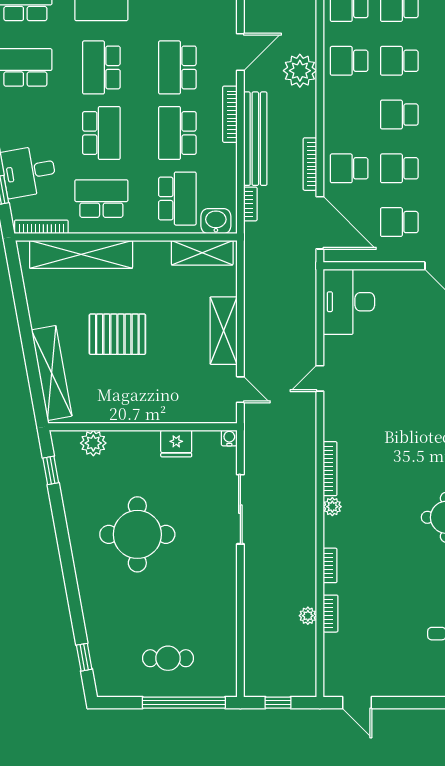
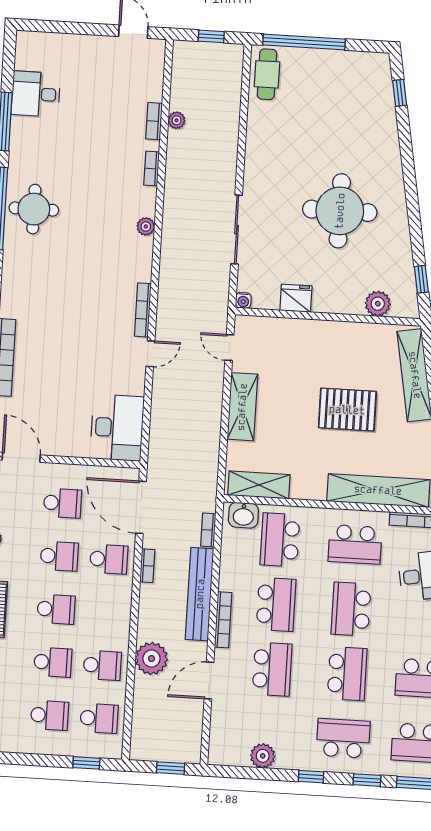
bookcase: (310, 164) -> (147, 566), width x0.64
bookcase: (330, 469) -> (143, 310), moved
cafe table: (168, 658) -> (267, 74), moved, turned 90

